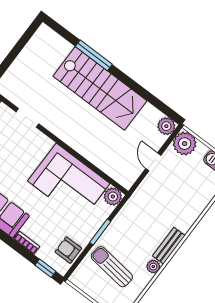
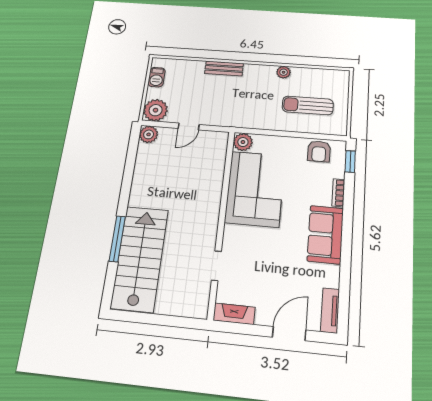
stairs: (100, 88) -> (140, 258), moved
window: (100, 232) -> (283, 134), removed
bench: (169, 246) -> (224, 68), moved
sun lounger: (112, 267) -> (308, 105), turned 83

